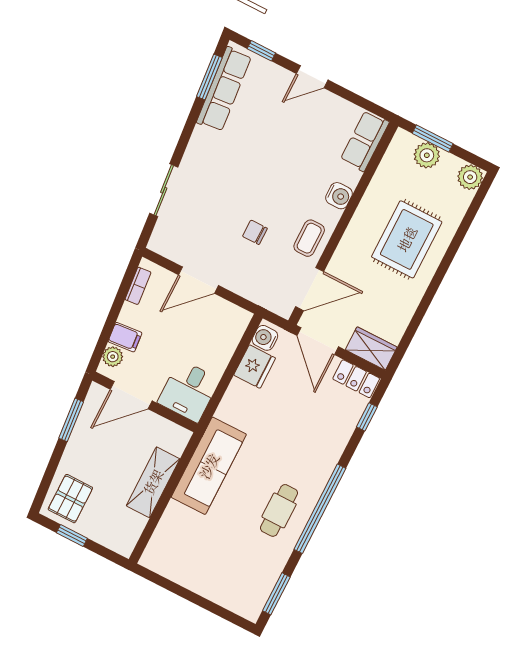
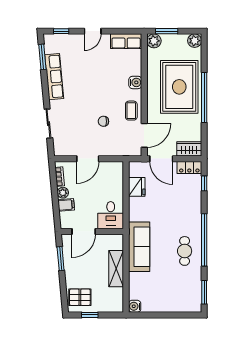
row of seats: (224, 89) -> (54, 77), moved
row of seats: (365, 141) -> (126, 41), moved, turned -90
plant: (427, 155) -> (154, 41), moved
rug: (407, 239) -> (179, 87), width x1.37, depth x1.44
window: (438, 277) -> (204, 97), added
water cooler: (265, 338) -> (135, 306), moved
plant: (113, 357) -> (63, 193), moved
pallet: (70, 499) -> (80, 297), turned 90

